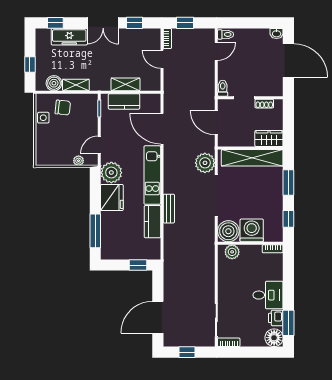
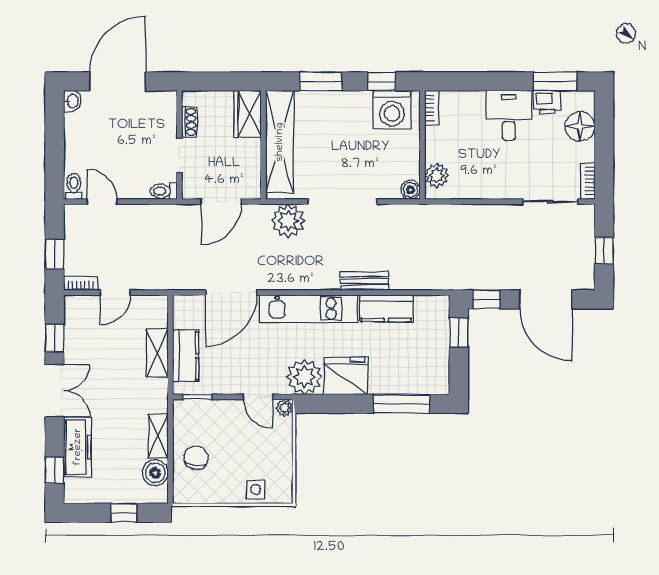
side table: (43, 118) -> (256, 489), moved
plant: (79, 161) -> (284, 408), moved
washing machine: (252, 230) -> (392, 110), moved, turned -90
boiler: (228, 231) -> (411, 190), width x0.54, depth x0.54
window: (158, 282) -> (486, 299), added
floor lamp: (274, 338) -> (580, 126), moved

